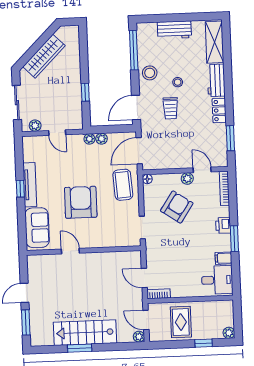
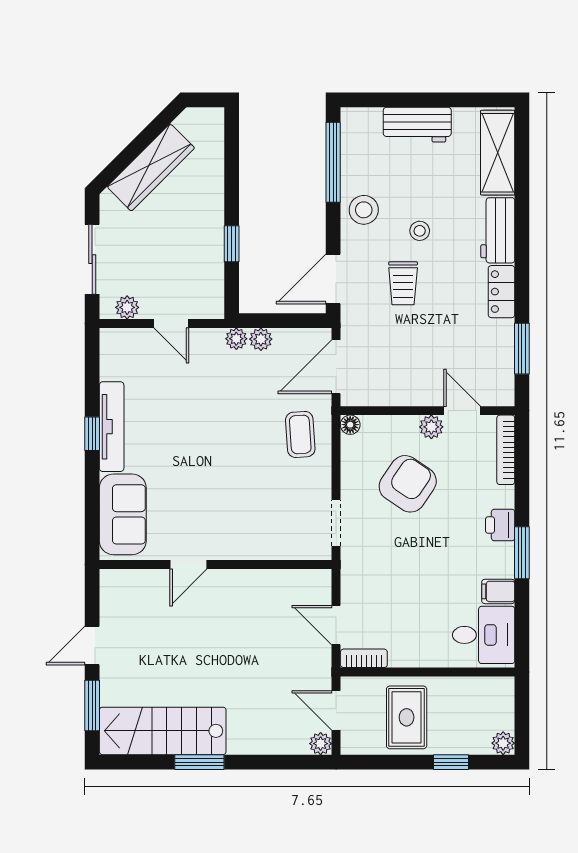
coffee table: (123, 185) -> (300, 434), width x0.73, depth x0.77
armchair: (81, 202) -> (213, 467), removed
door: (70, 251) -> (188, 565), swing flipped
stairs: (85, 333) -> (163, 731), moved

